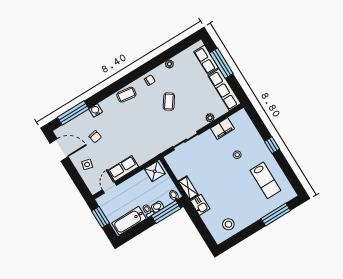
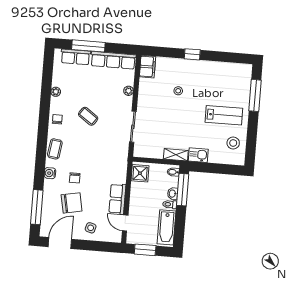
water cooler: (96, 110) -> (50, 173), moved
chair: (116, 125) -> (75, 178), added
filing cabinet: (222, 128) -> (148, 67), moved
chair: (95, 137) -> (72, 203), width x1.87, depth x1.87
lab bench: (265, 180) -> (224, 115), moved

